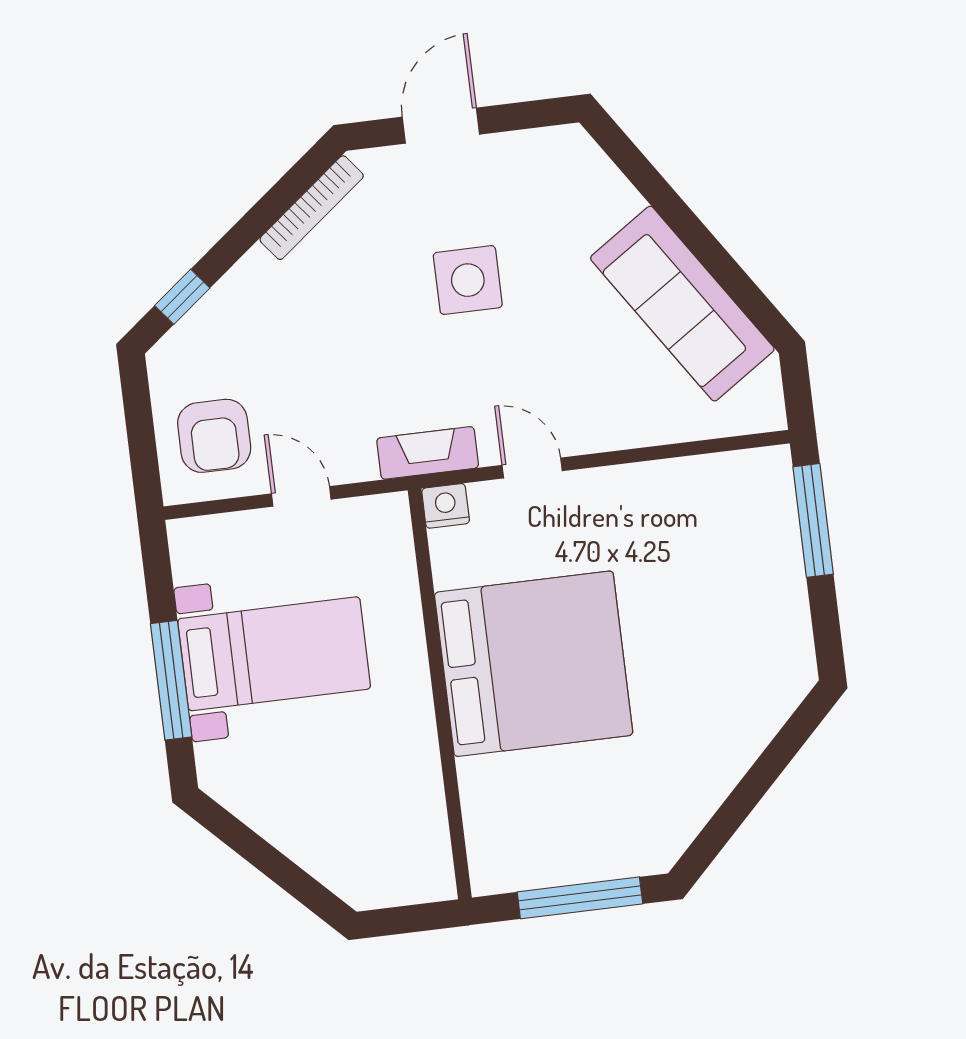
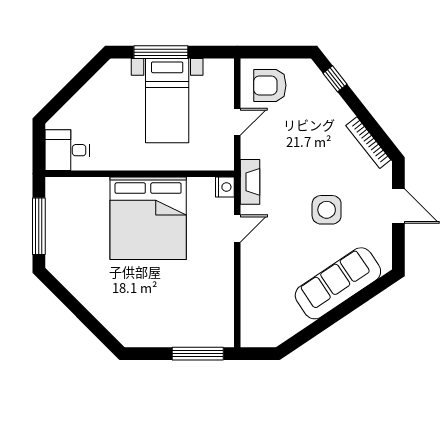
sofa: (682, 304) -> (338, 283), moved
desk: (408, 857) -> (67, 150), added

